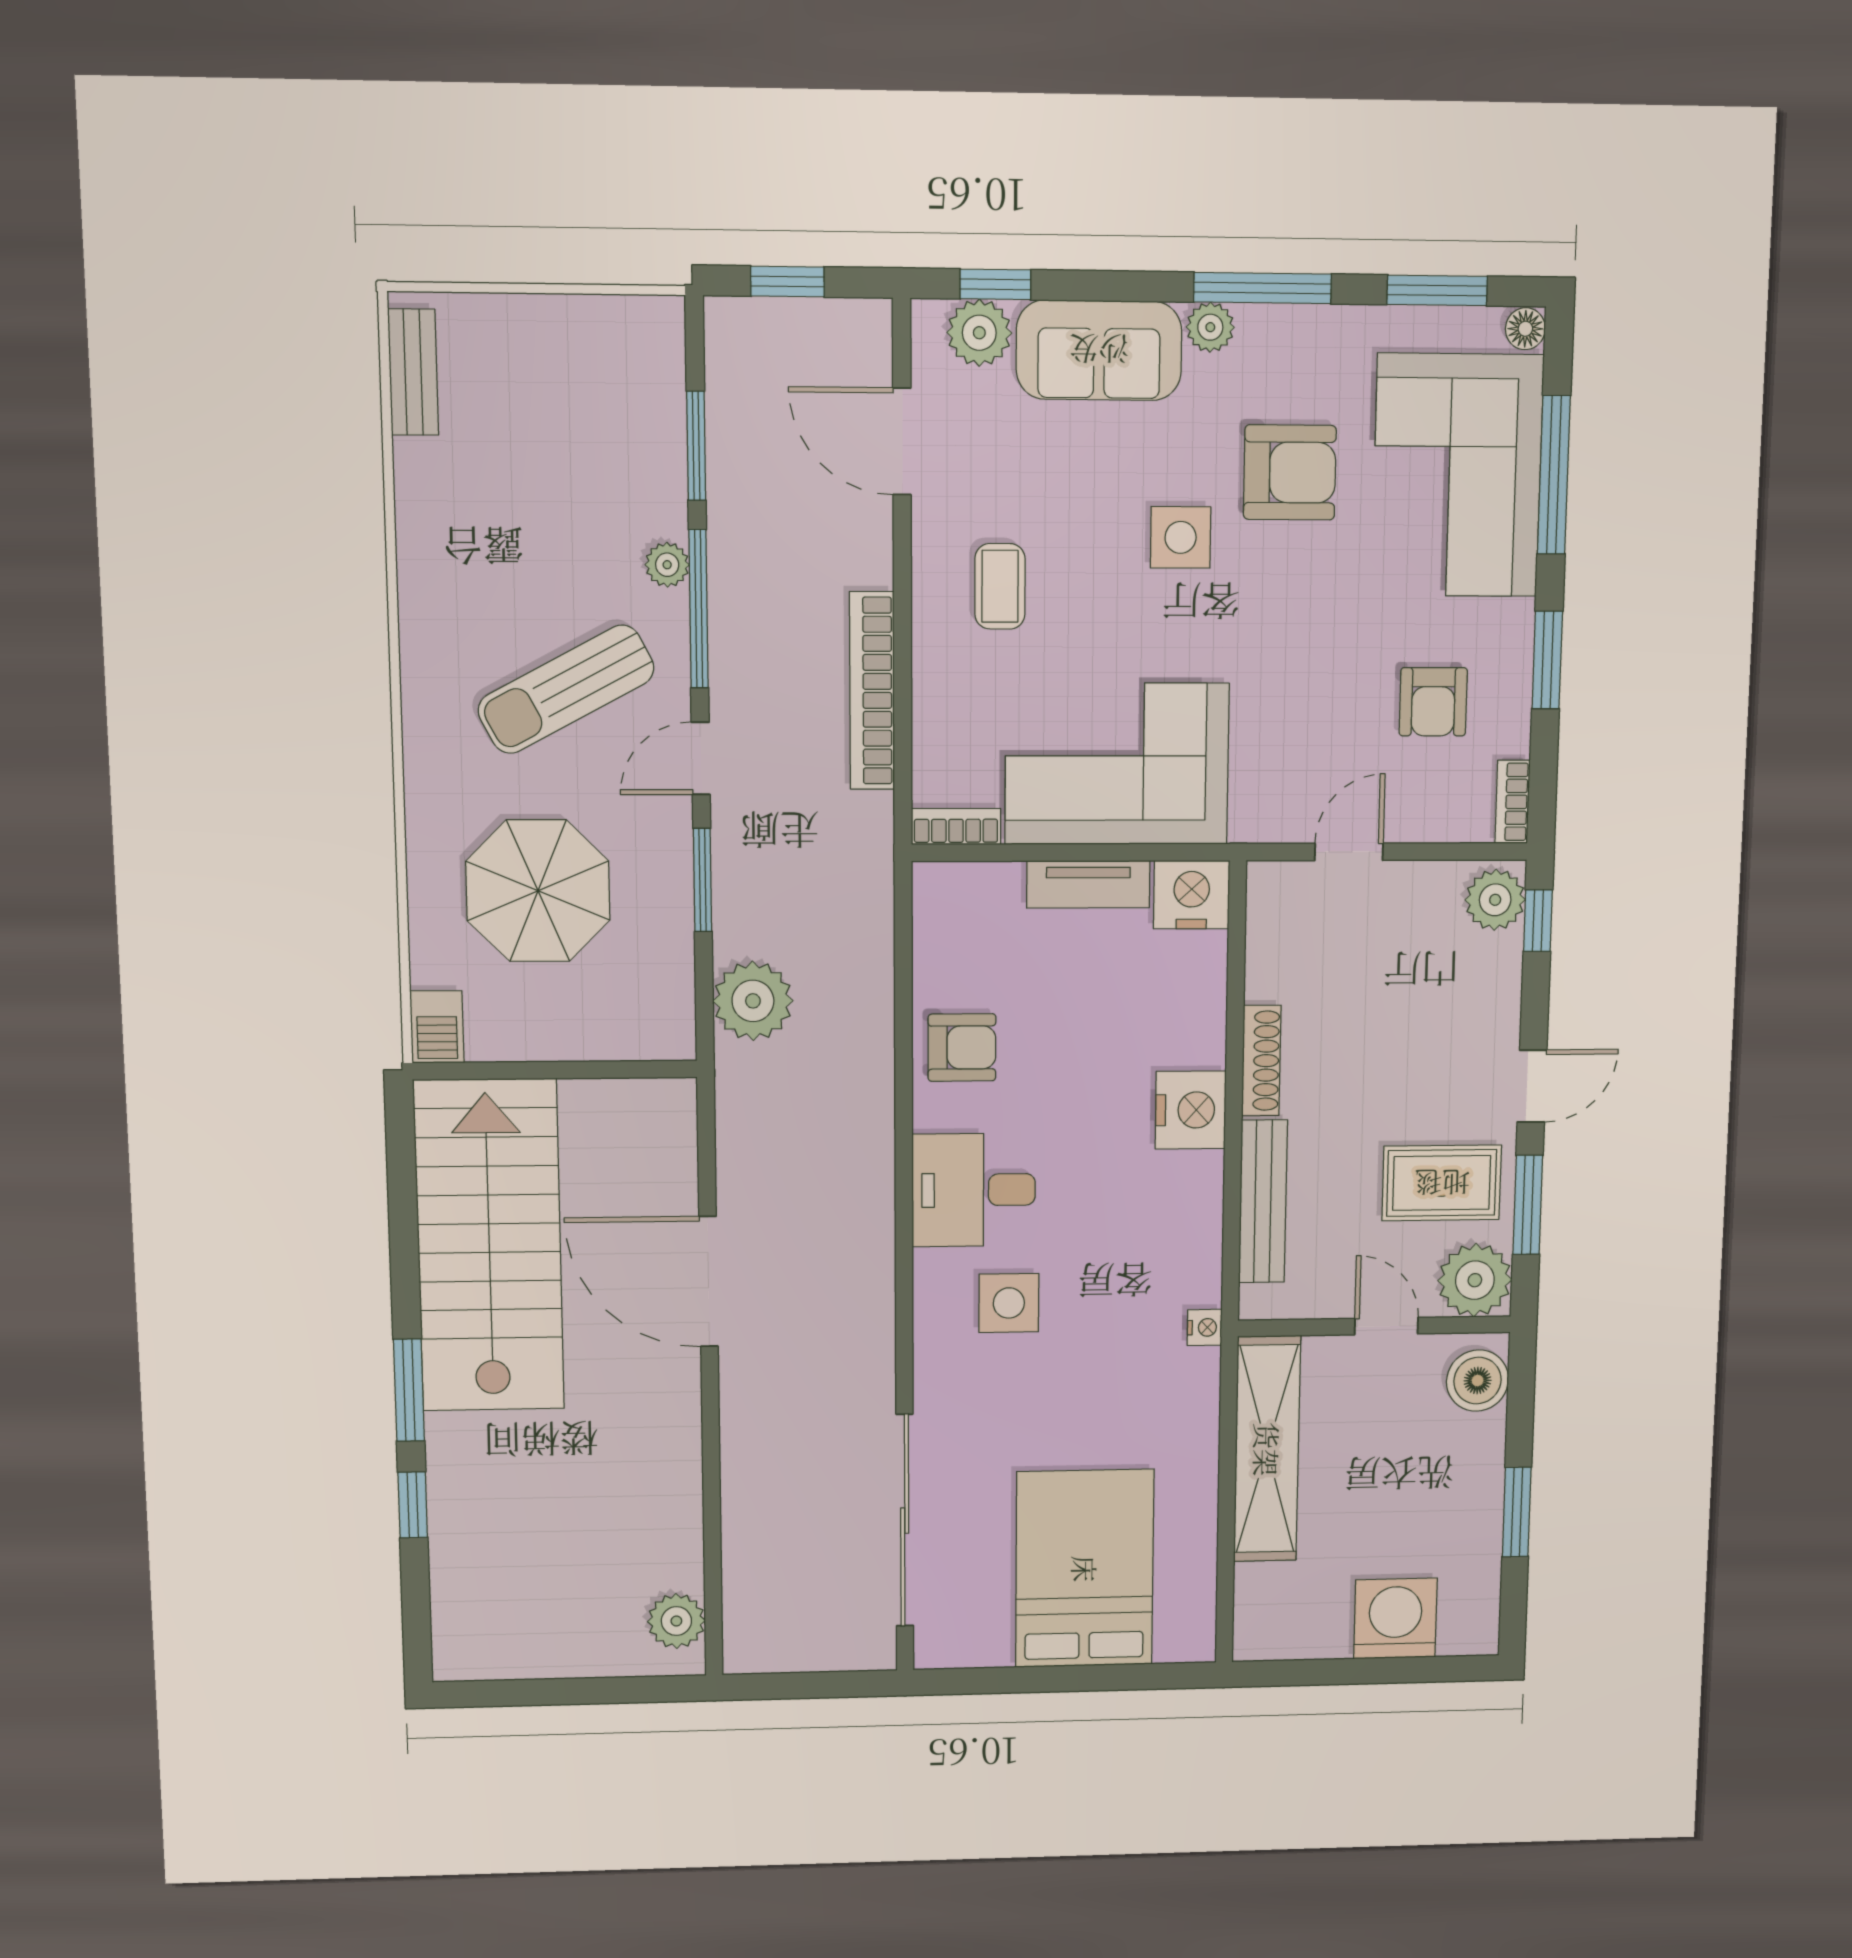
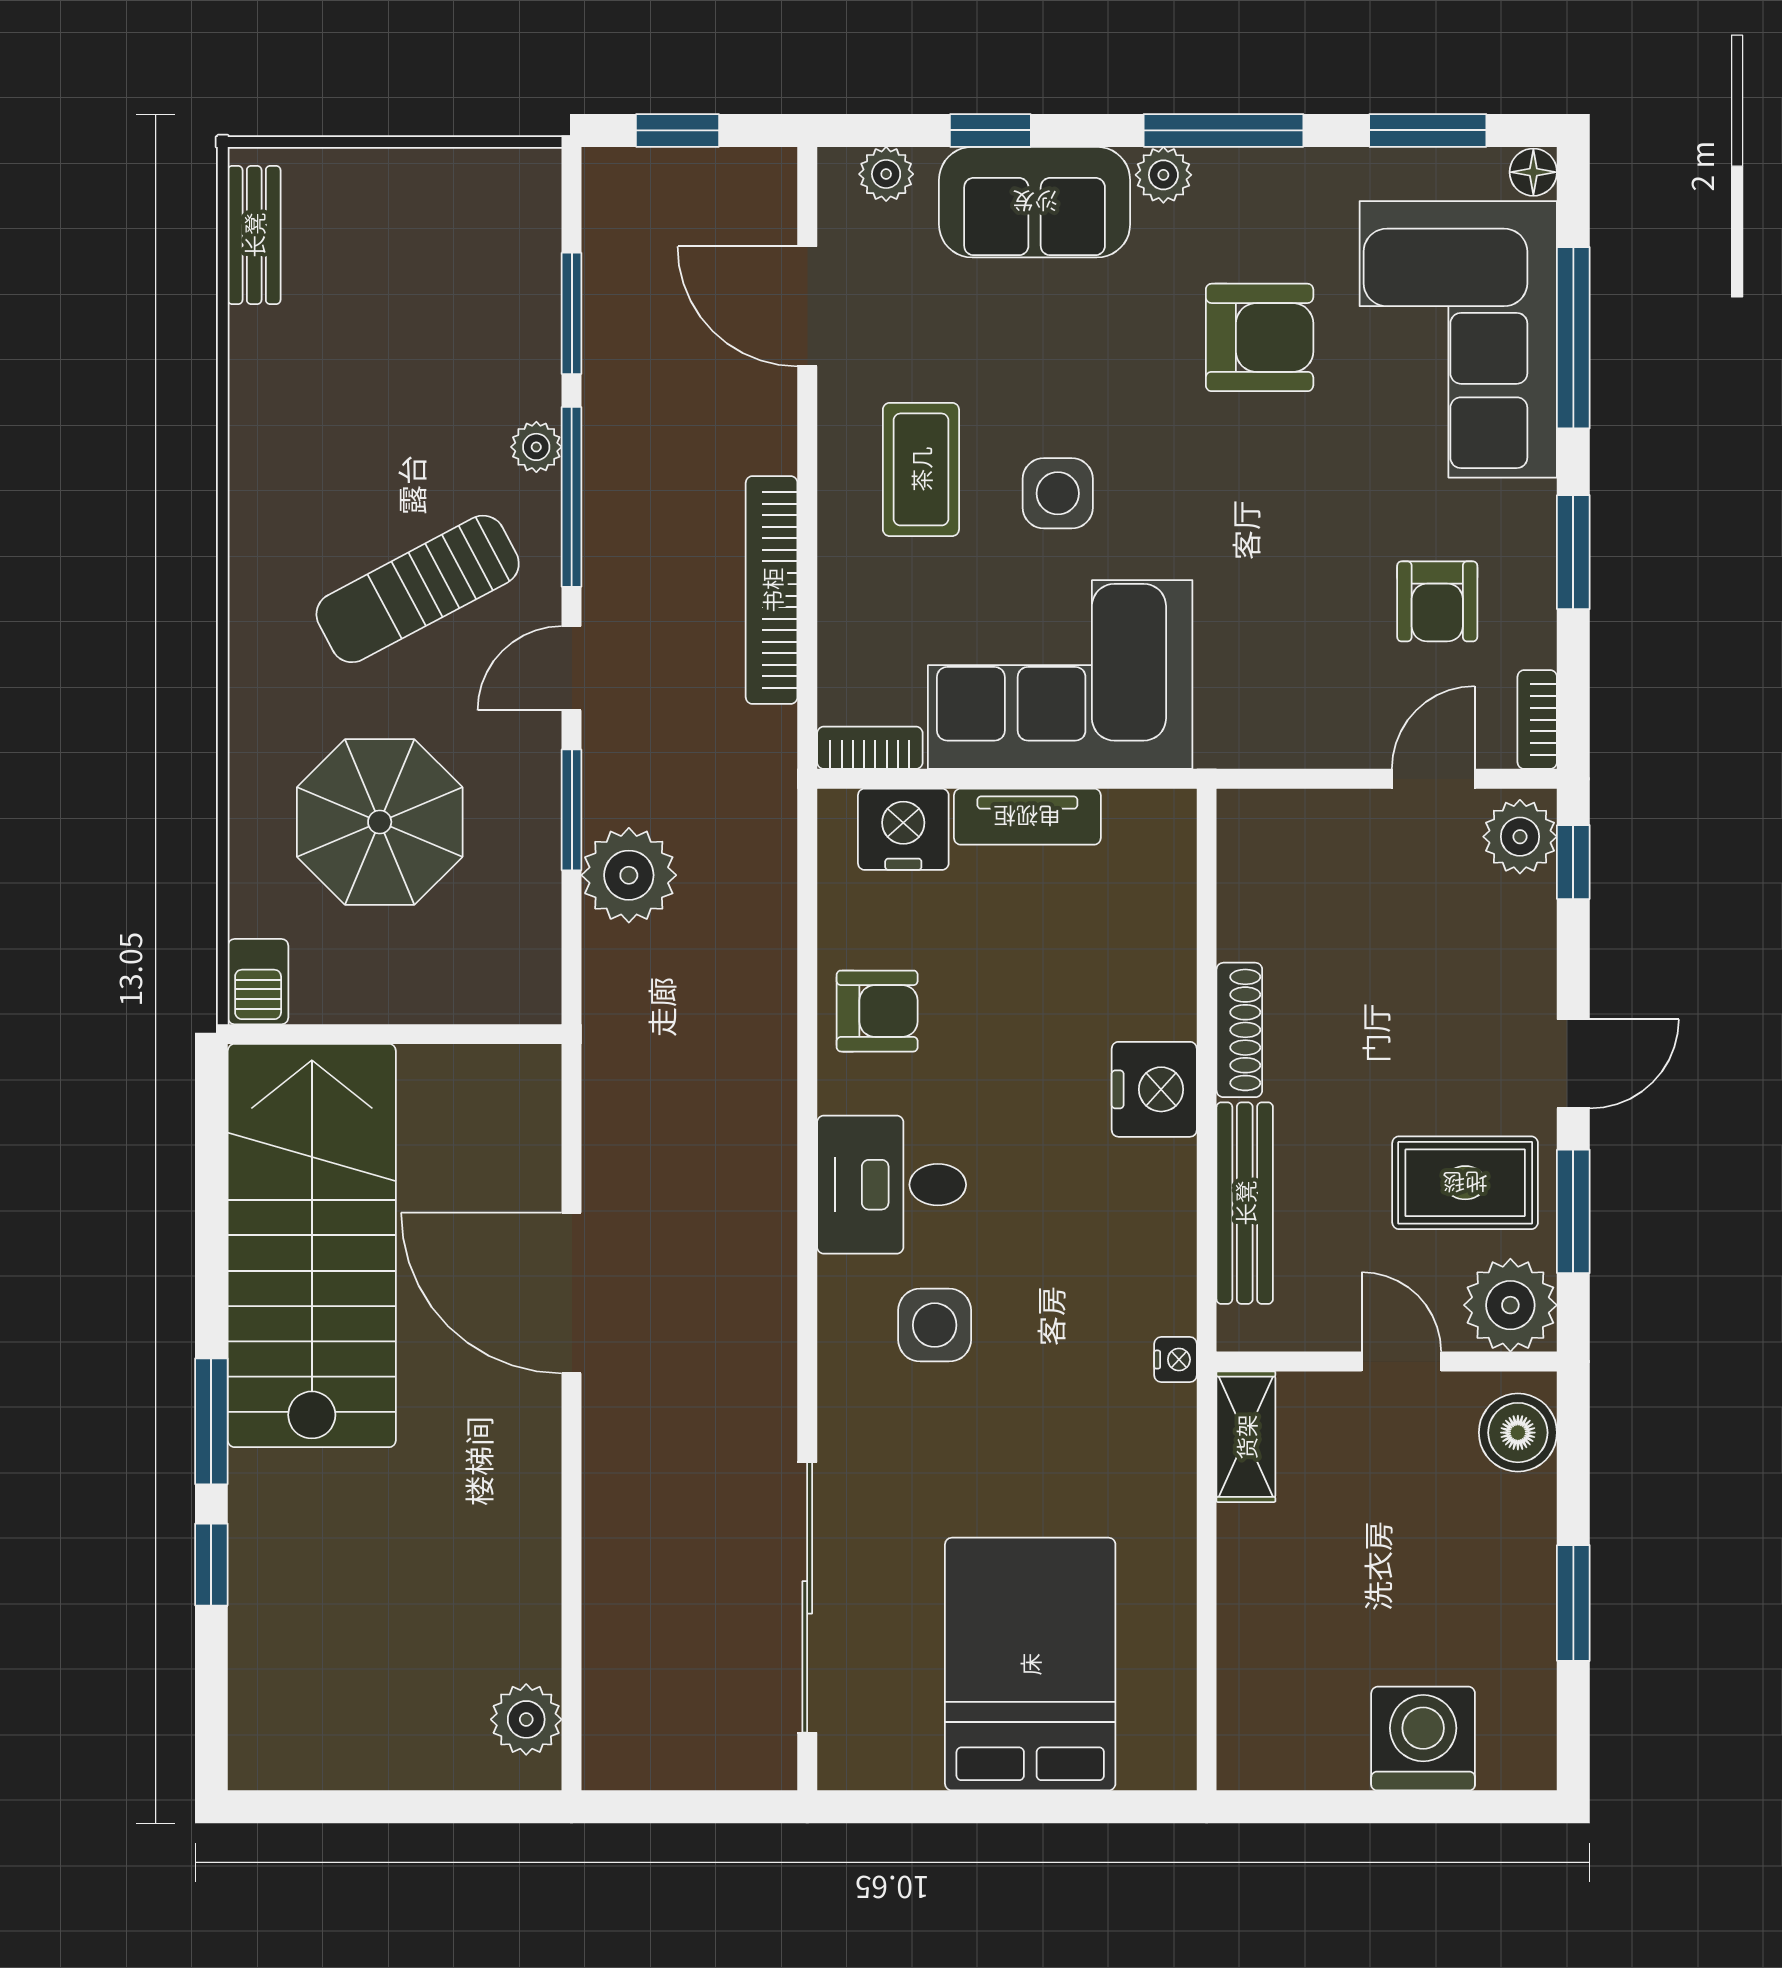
window: (995, 284) -> (990, 130), moved
plant: (979, 333) -> (886, 174), width x0.73, depth x0.73
side table: (1181, 537) -> (1058, 493), moved
coffee table: (1000, 586) -> (921, 469), width x1.36, depth x1.30
door: (1349, 852) -> (1433, 779), moved
nightstand: (1192, 895) -> (903, 829), moved
plant: (753, 1001) -> (629, 875), moved
shelving: (1267, 1449) -> (1246, 1437), width x0.45, depth x0.75

